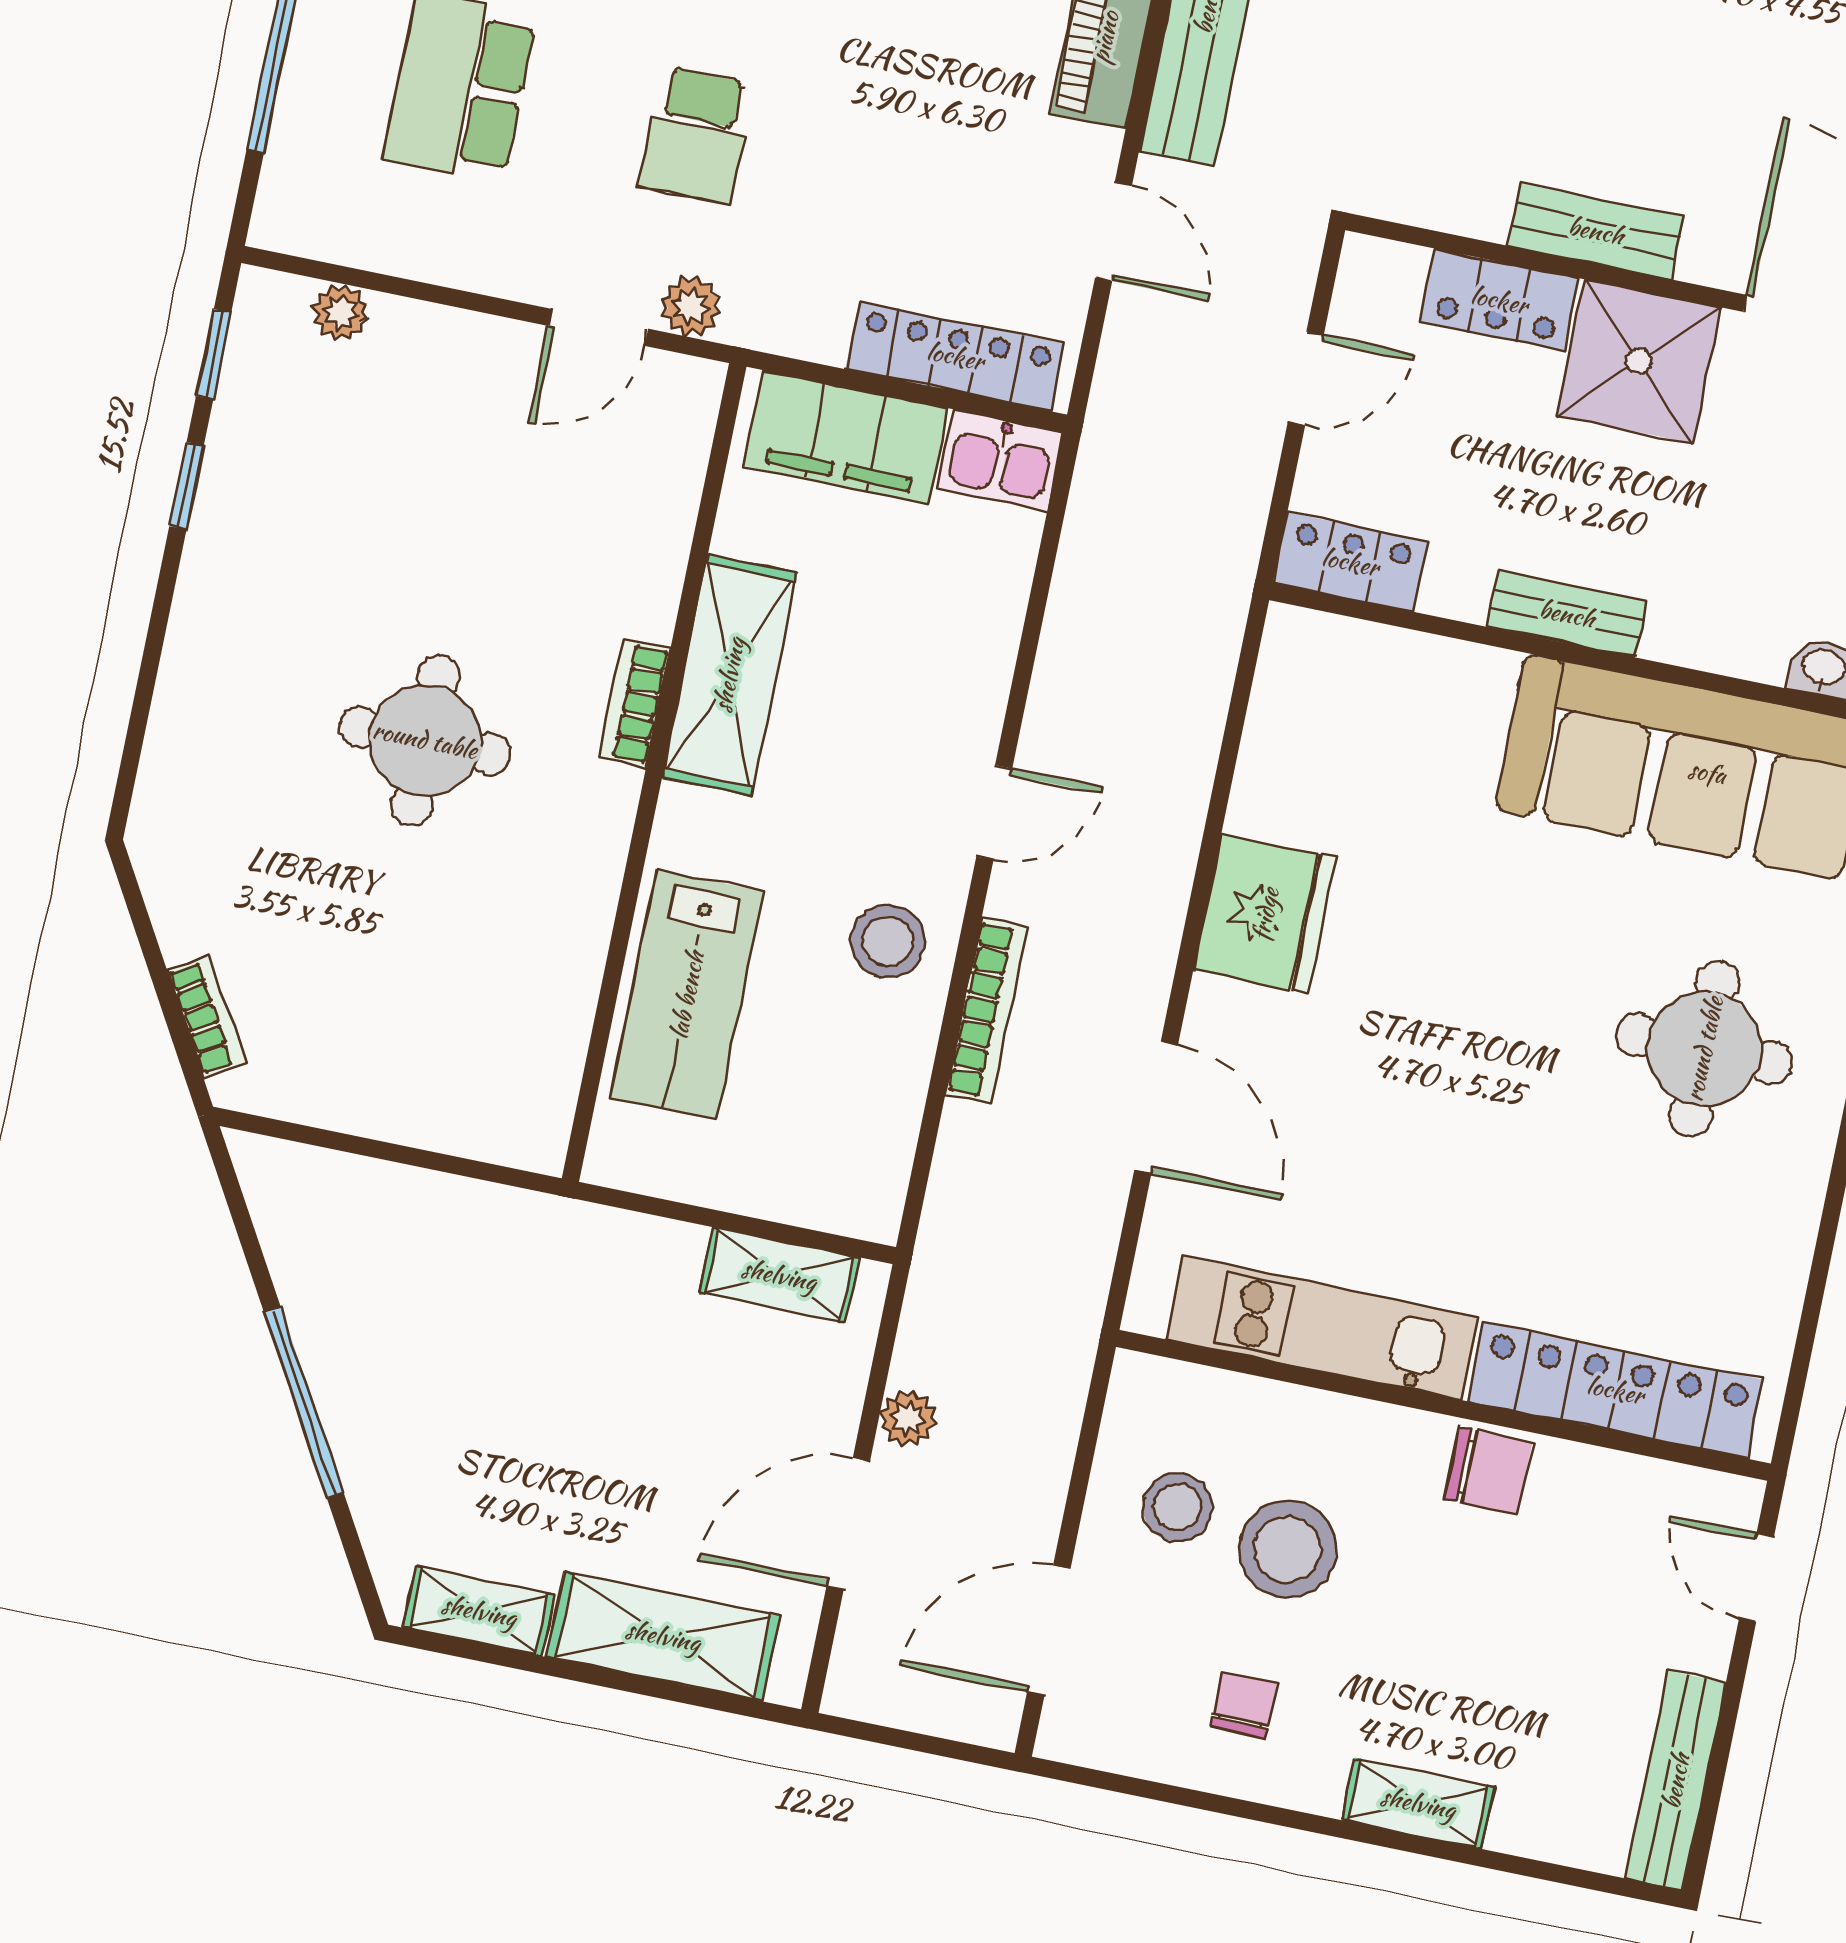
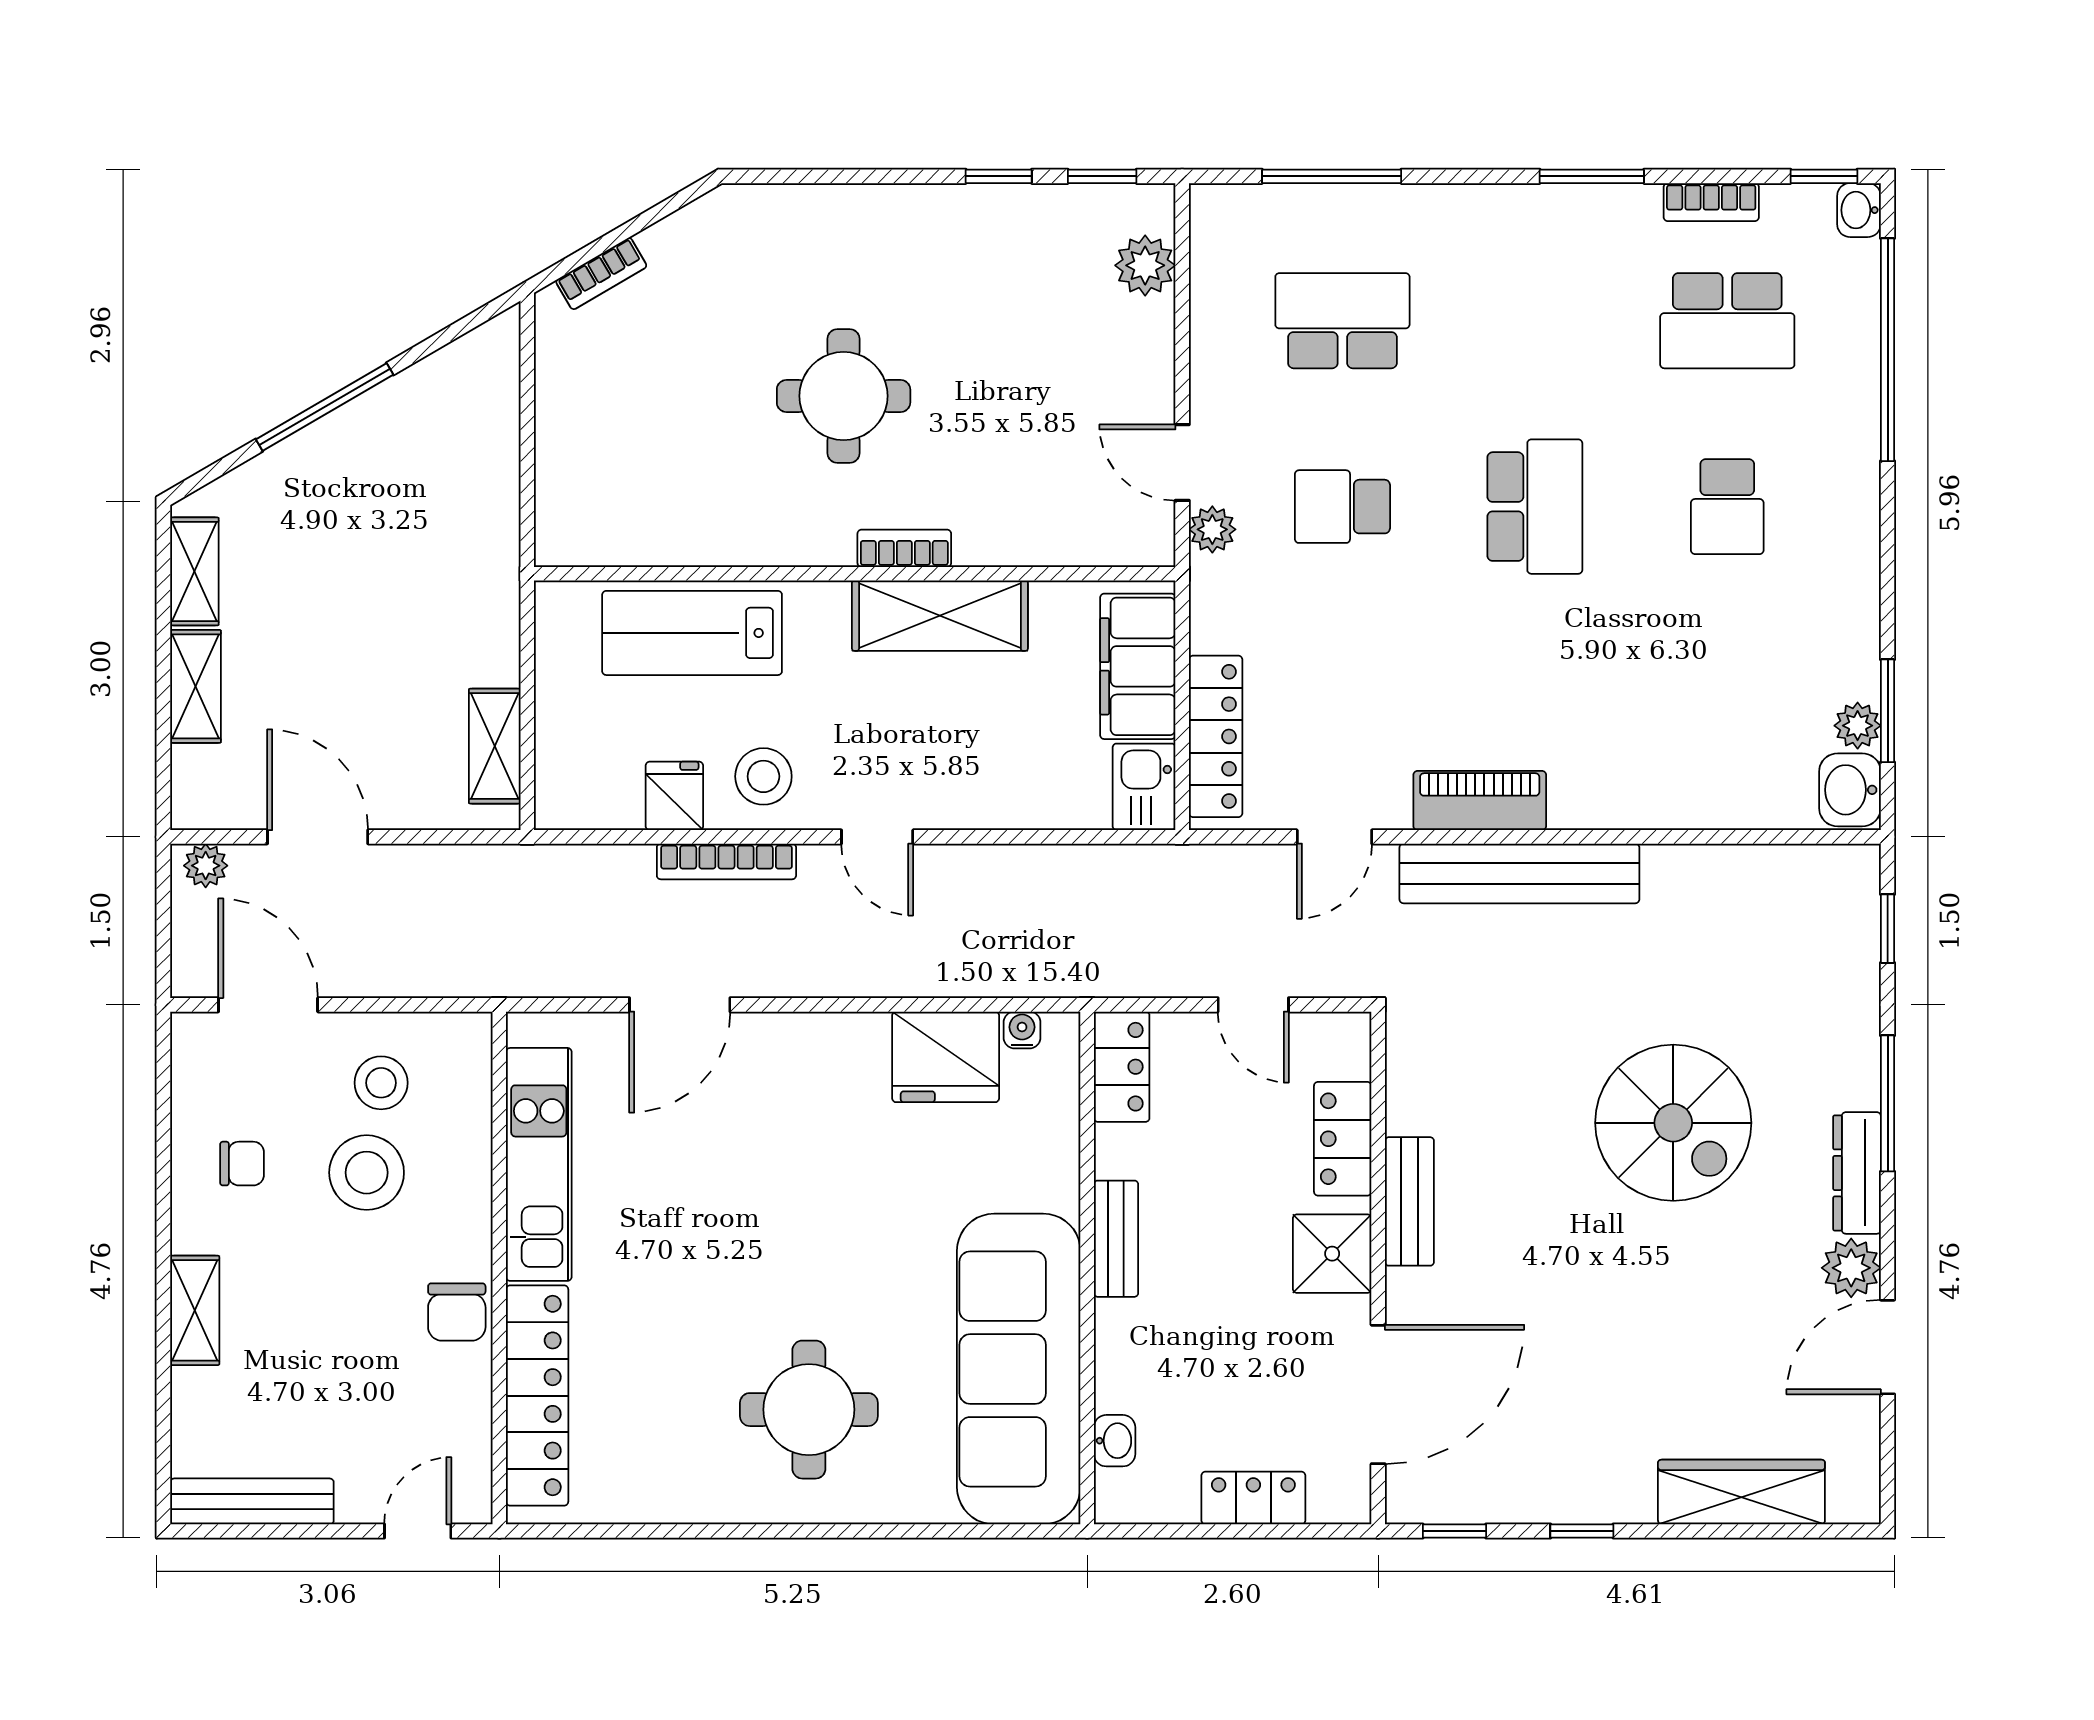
plant: (340, 312) -> (1145, 265), width x1.38, depth x1.38
shower: (1639, 361) -> (1332, 1254), width x0.73, depth x0.73
water cooler: (1277, 679) -> (1022, 1030), added
fridge: (1265, 914) -> (946, 1057), moved
fridge: (889, 1060) -> (674, 796), added
plant: (908, 1418) -> (206, 866), moved
shelving: (663, 1636) -> (196, 686), width x0.67, depth x0.75

